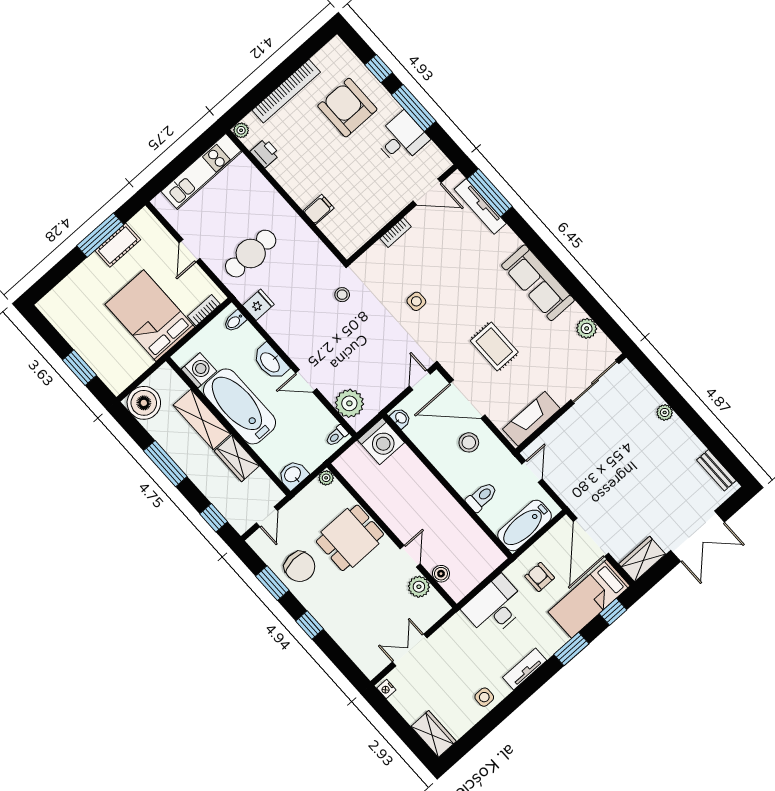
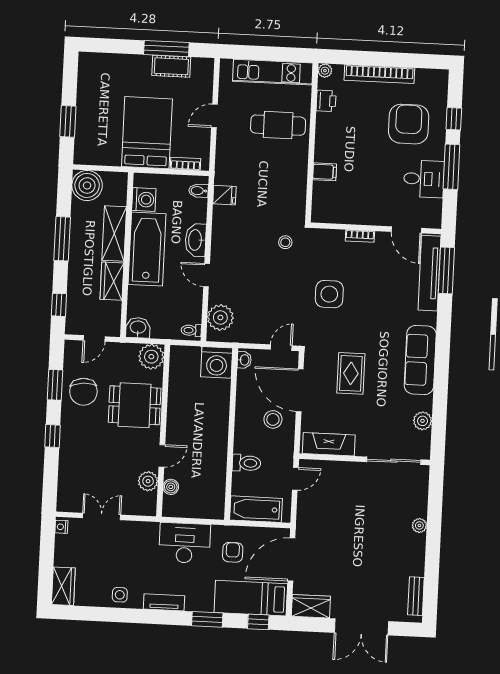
tv unit: (480, 206) -> (429, 273), width x1.36, depth x1.29
cafe table: (251, 254) -> (278, 125), moved
side table: (416, 301) -> (329, 294), width x1.87, depth x1.87
plant: (326, 478) -> (151, 357), width x1.87, depth x1.87

